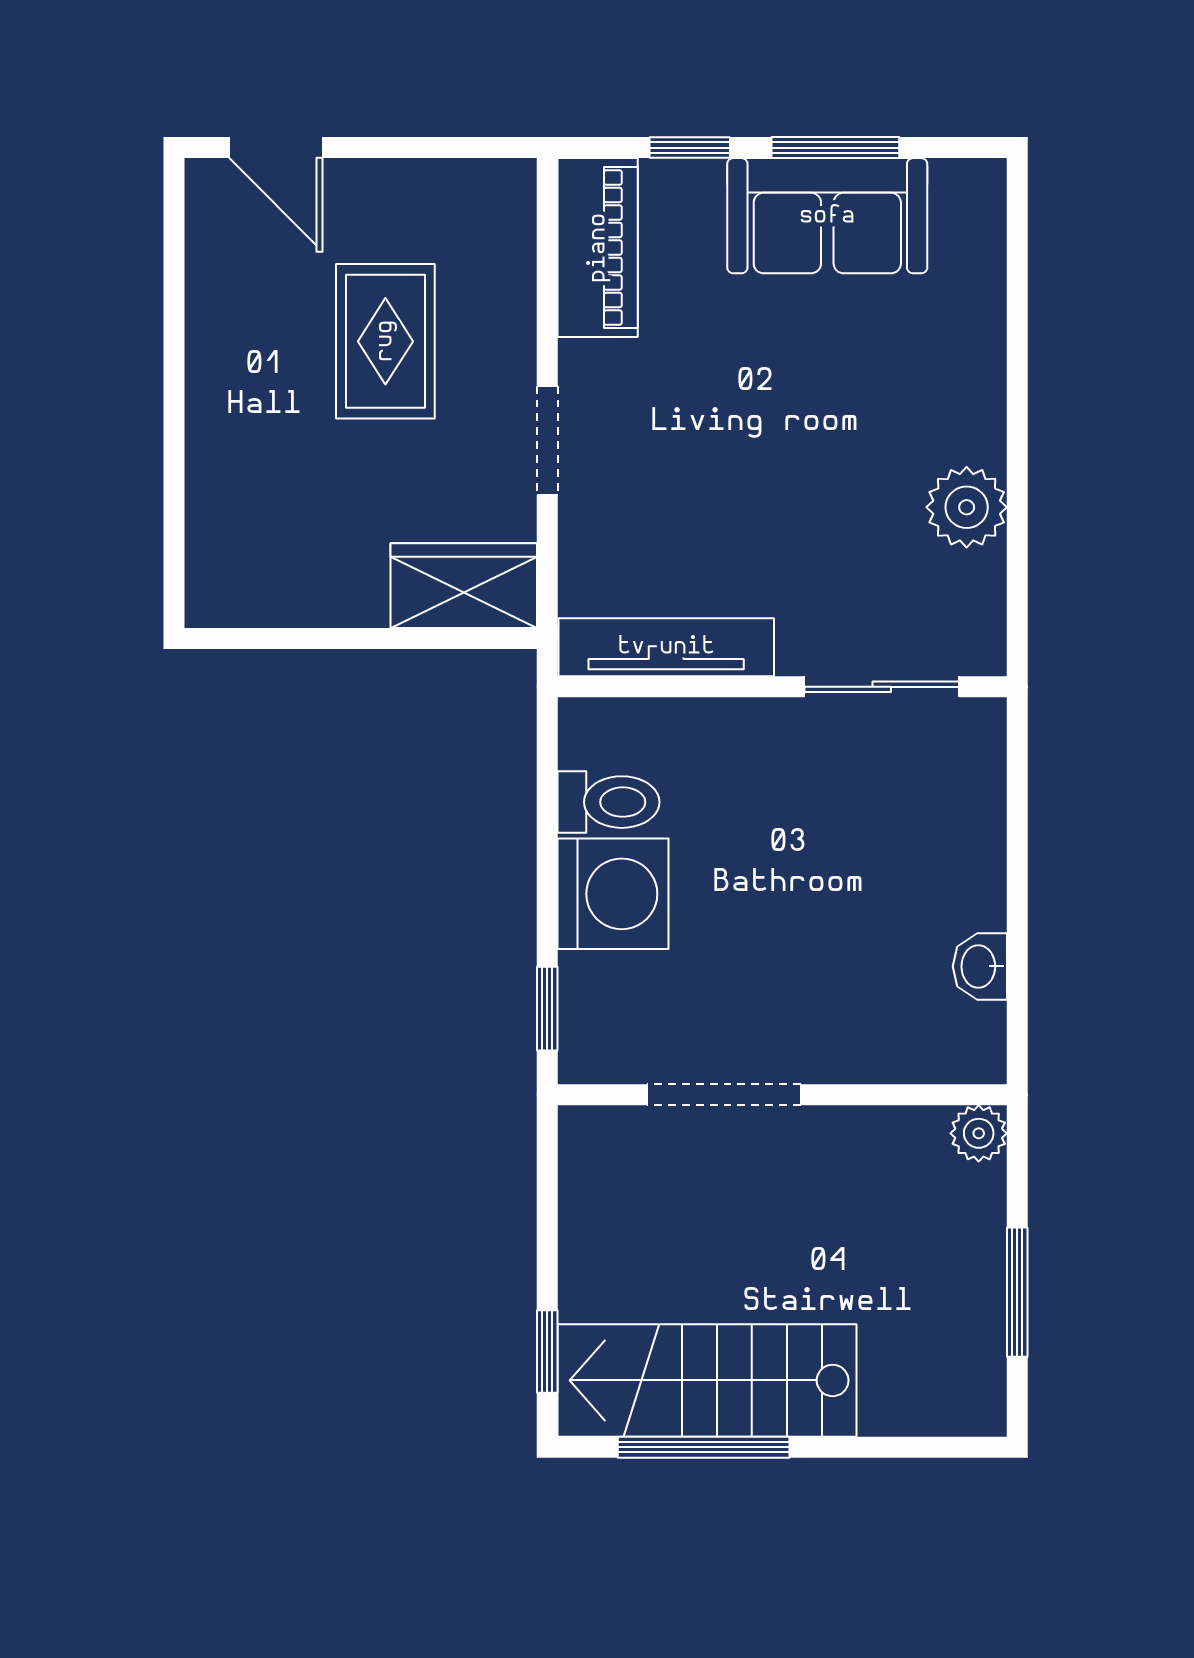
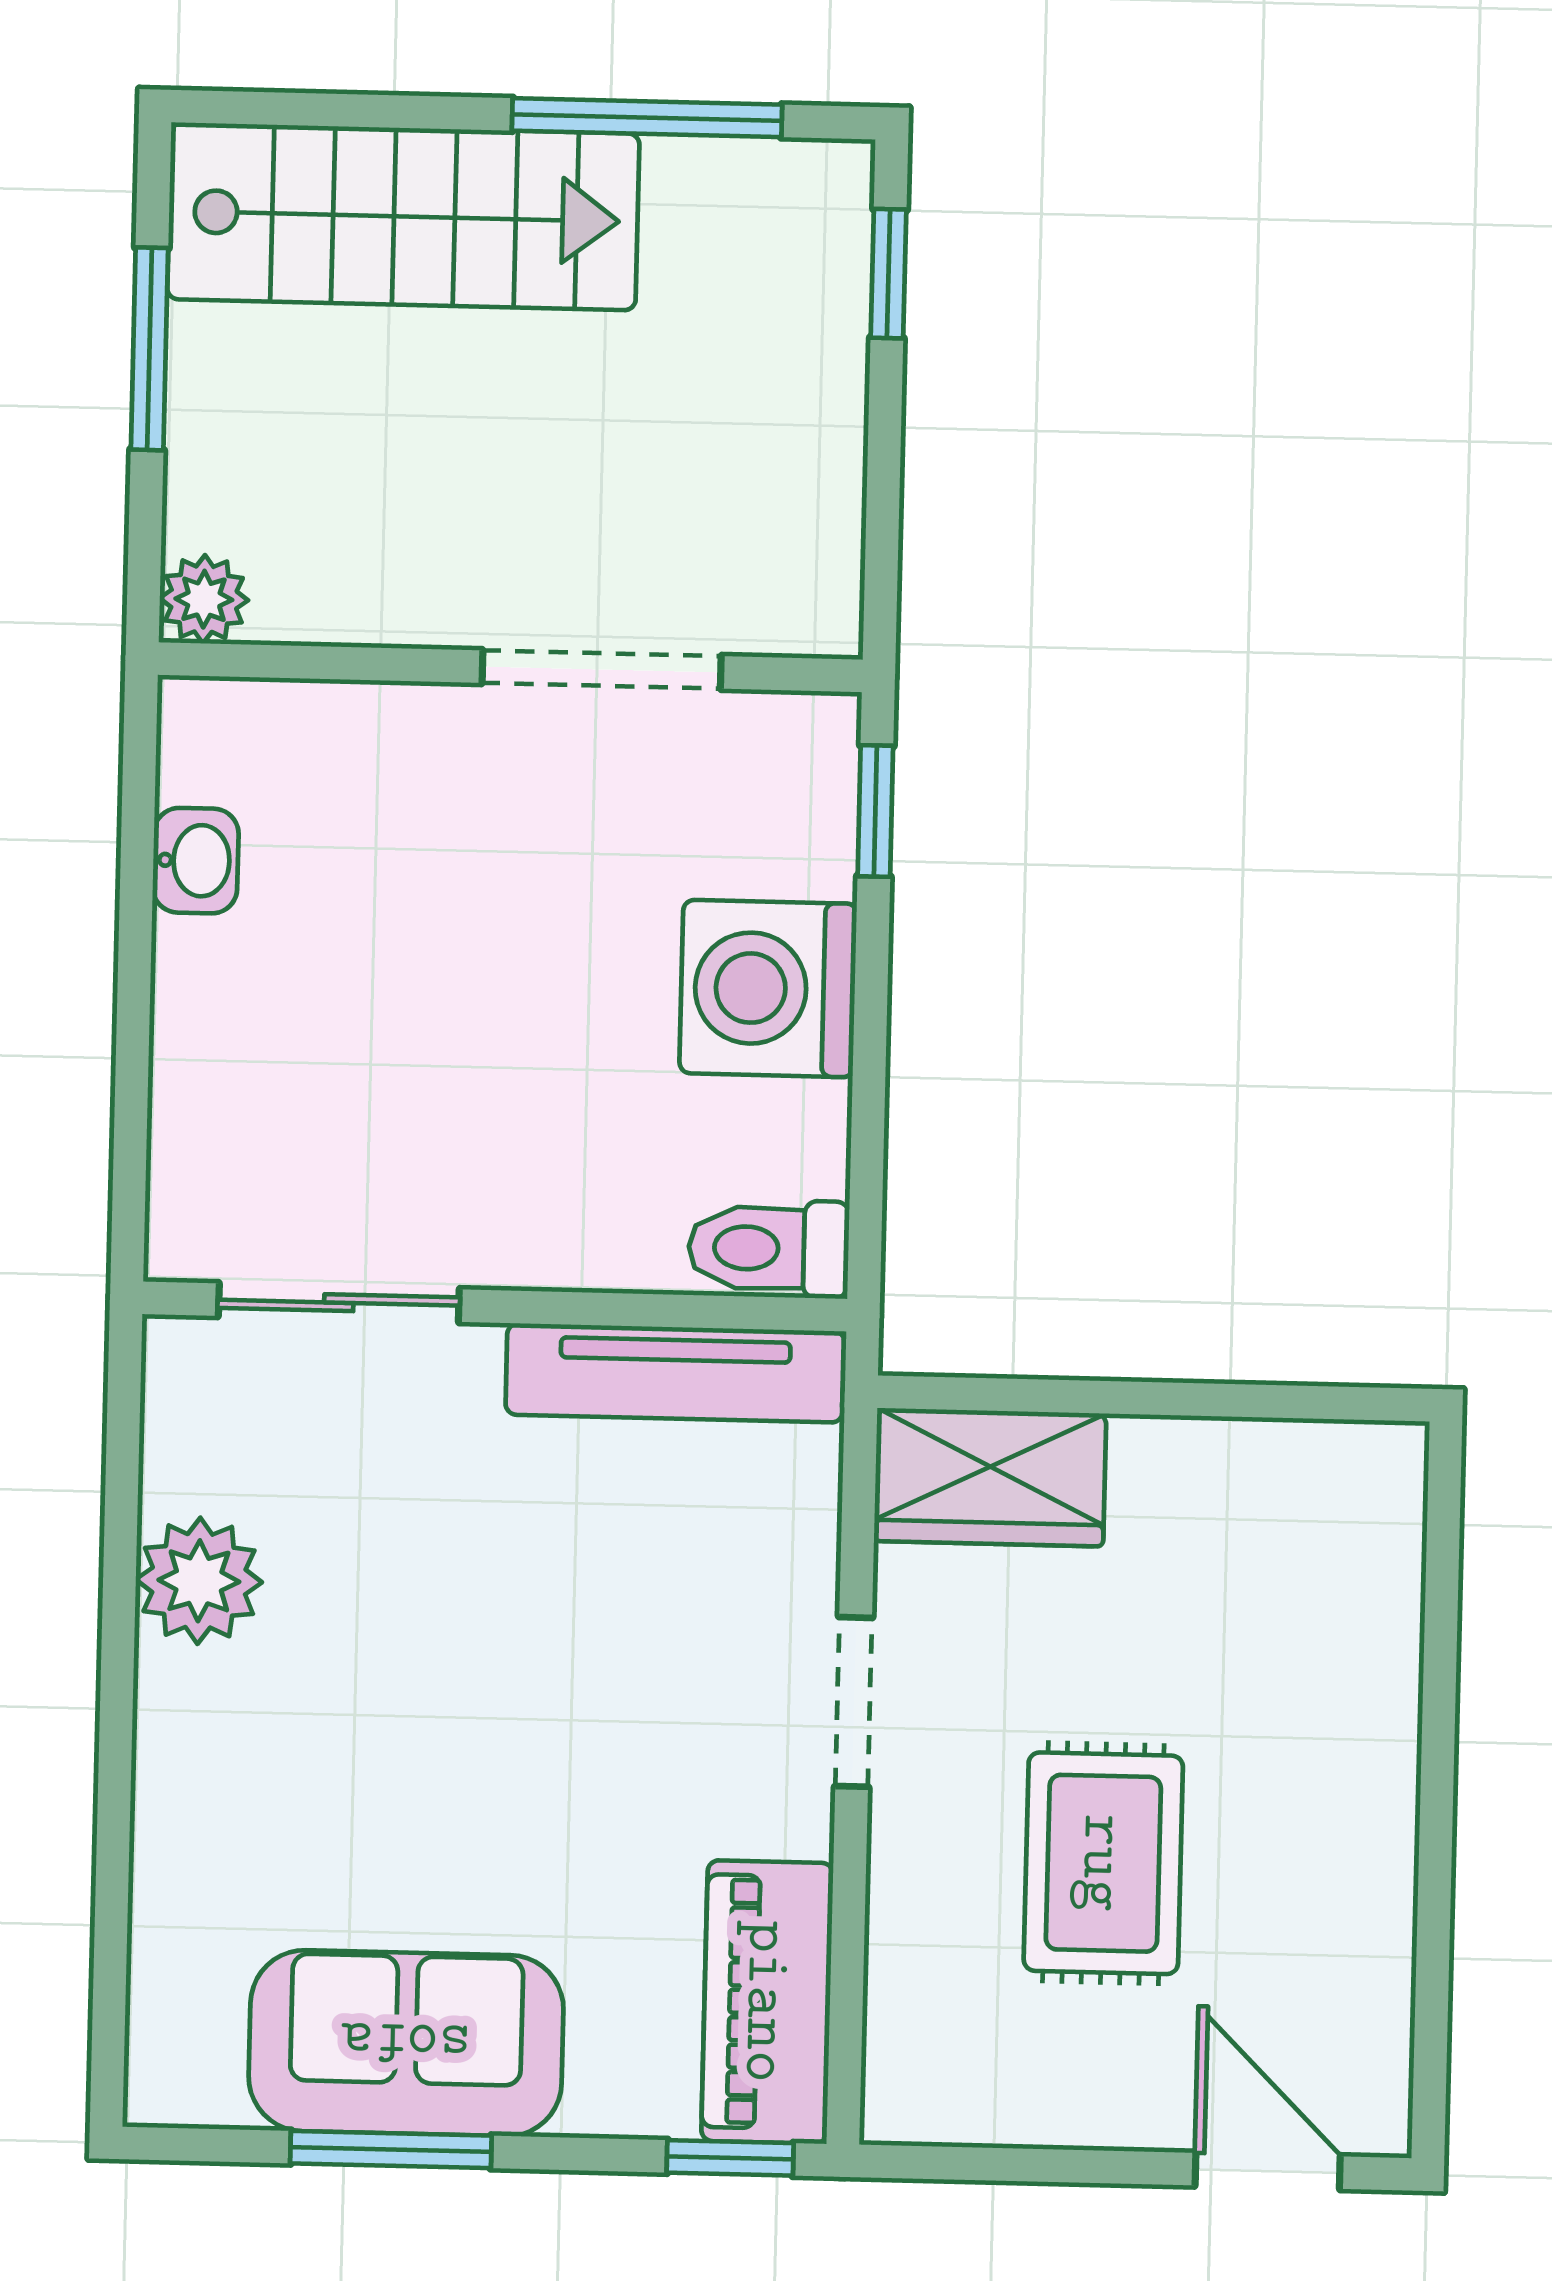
window: (690, 148) -> (730, 2158), moved
toilet: (608, 802) -> (769, 1248), moved
stairs: (707, 1380) -> (403, 216), moved

